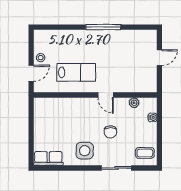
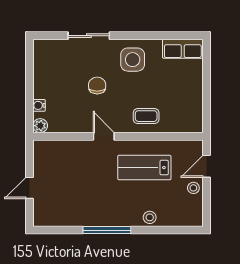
stool: (72, 36) -> (150, 217), added
plant: (134, 103) -> (40, 126), moved
coffee table: (145, 153) -> (146, 116), moved

